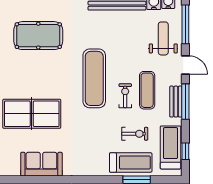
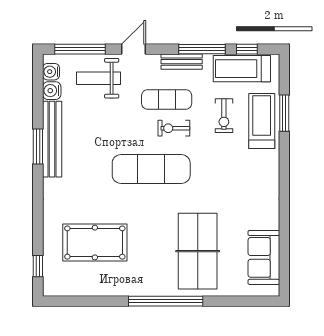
pool table: (38, 36) -> (95, 243), turned 90
window: (185, 102) -> (202, 49), moved
exercise bike: (135, 134) -> (224, 116), turned 180
sofa: (41, 164) -> (264, 257), moved

